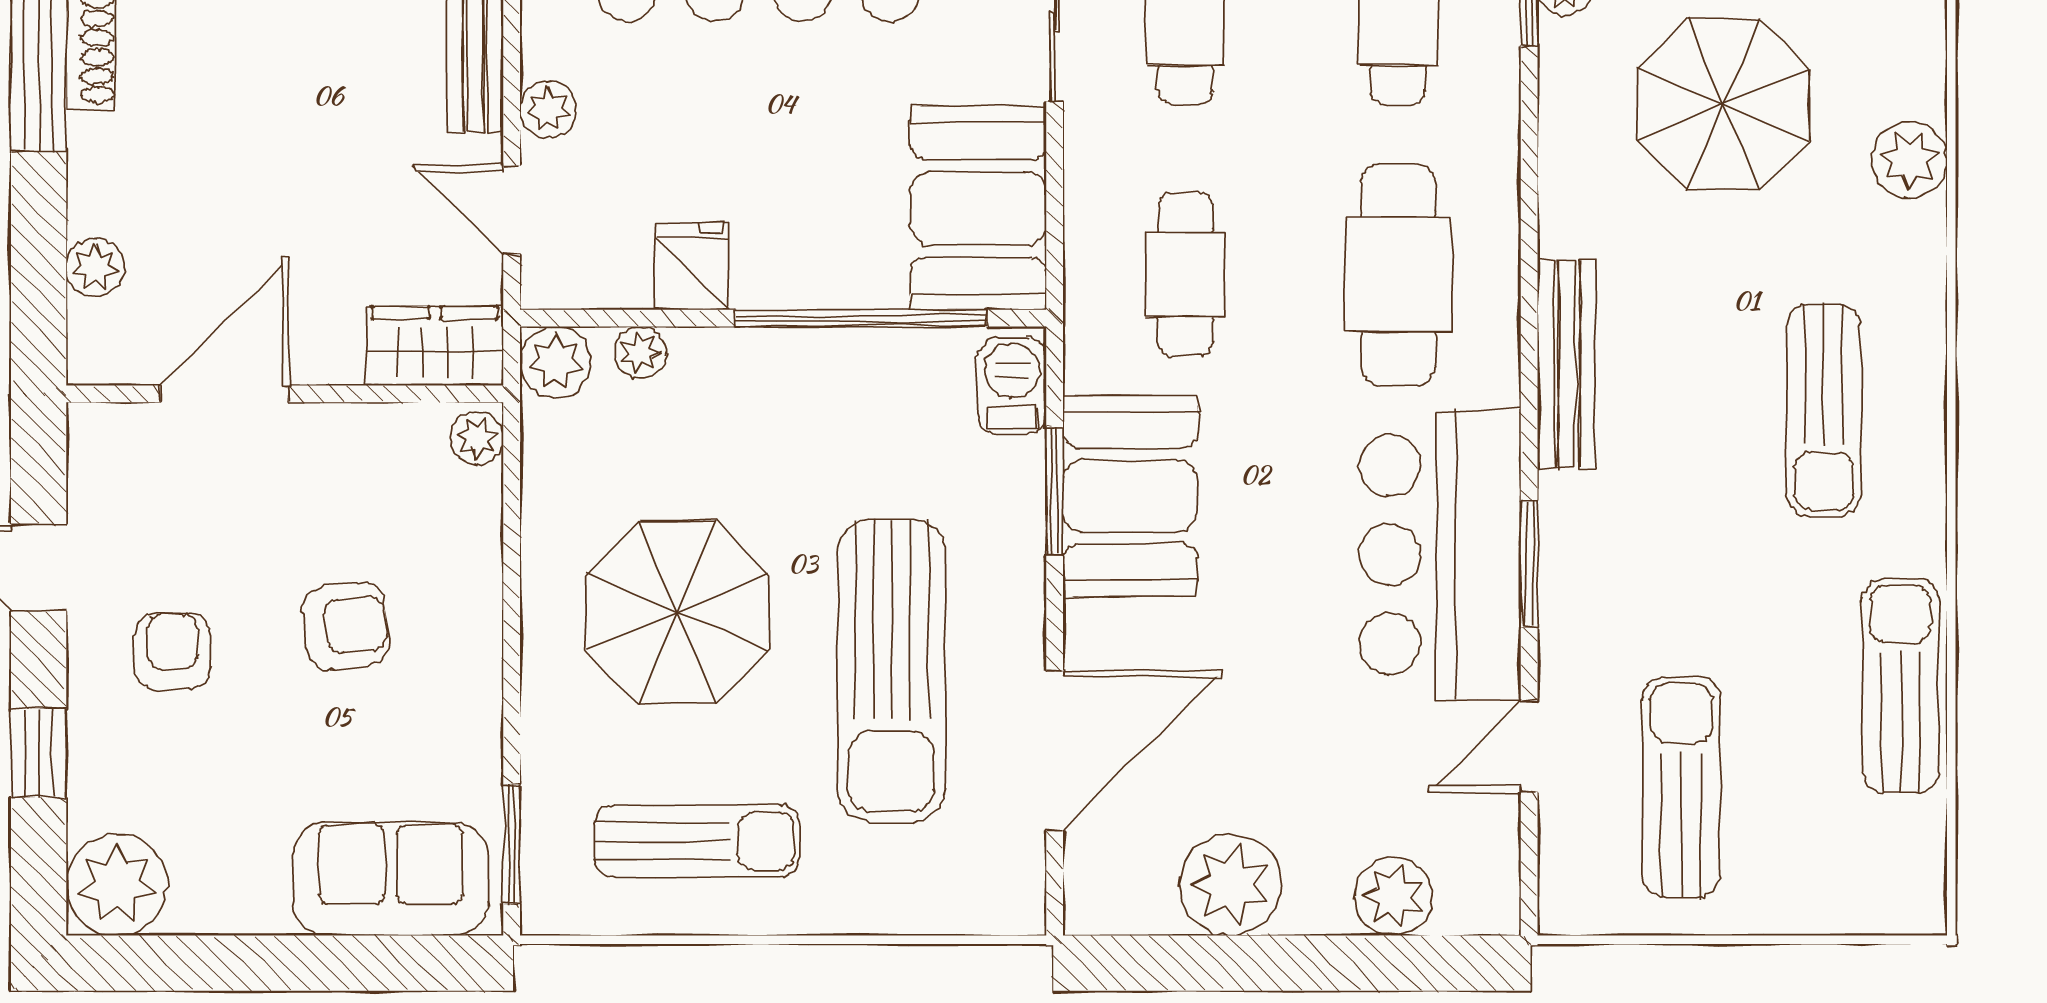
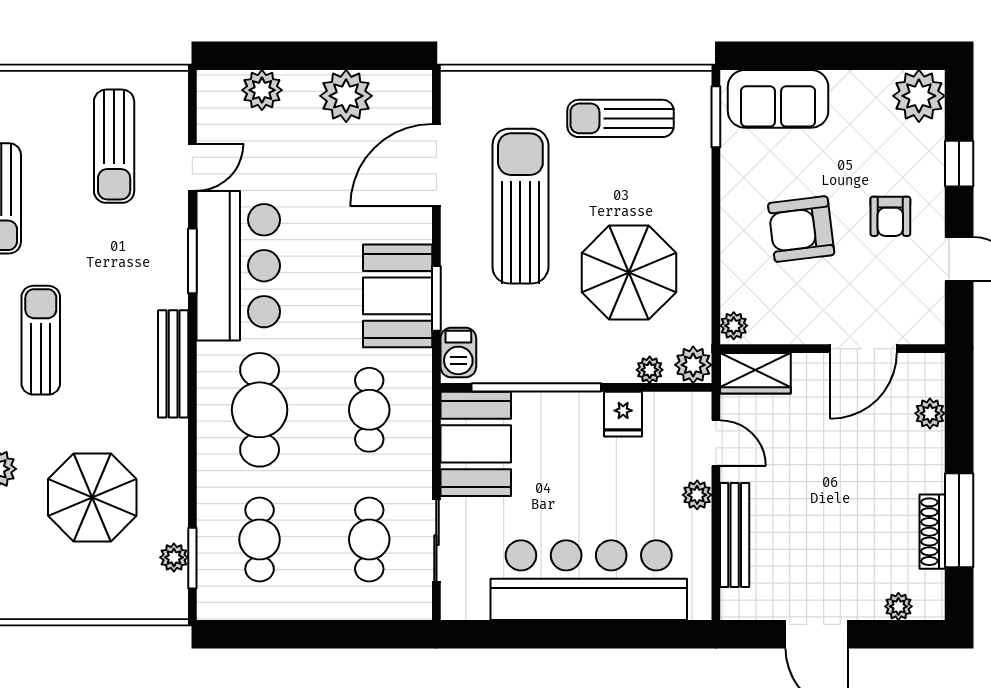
parasol: (677, 612) -> (629, 273), moved
armchair: (346, 626) -> (801, 229), width x1.38, depth x1.38

